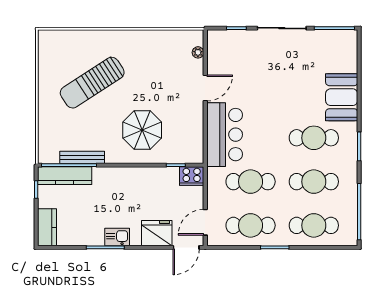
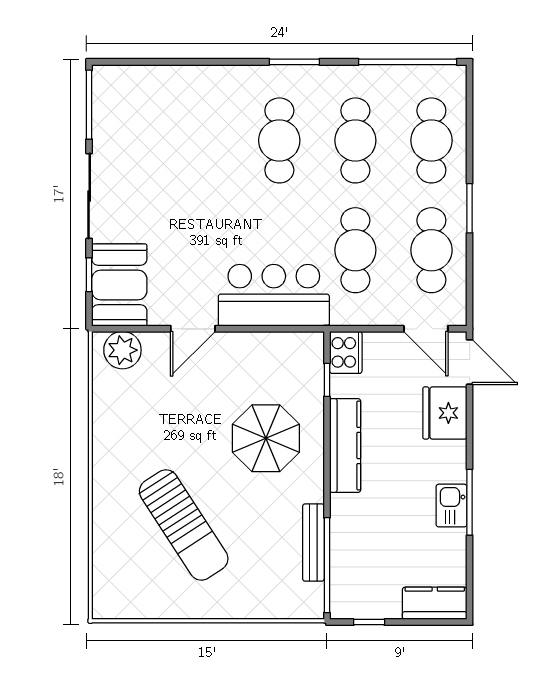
plant: (198, 52) -> (122, 350), width x1.88, depth x1.88
door: (205, 88) -> (193, 329), swing flipped
booth: (342, 97) -> (119, 285), moved, turned 90
kitchen counter: (65, 176) -> (345, 445), moved
kitchen sink: (117, 237) -> (451, 506), moved

